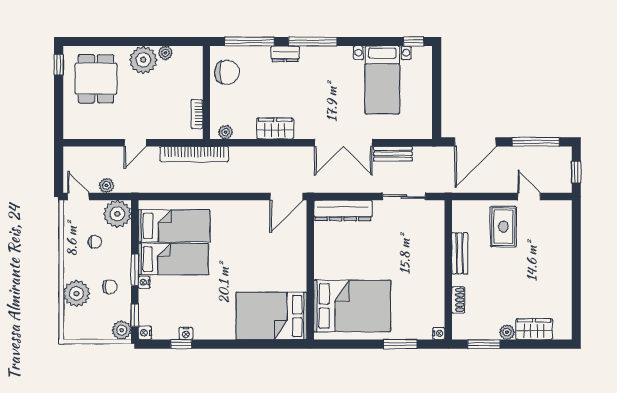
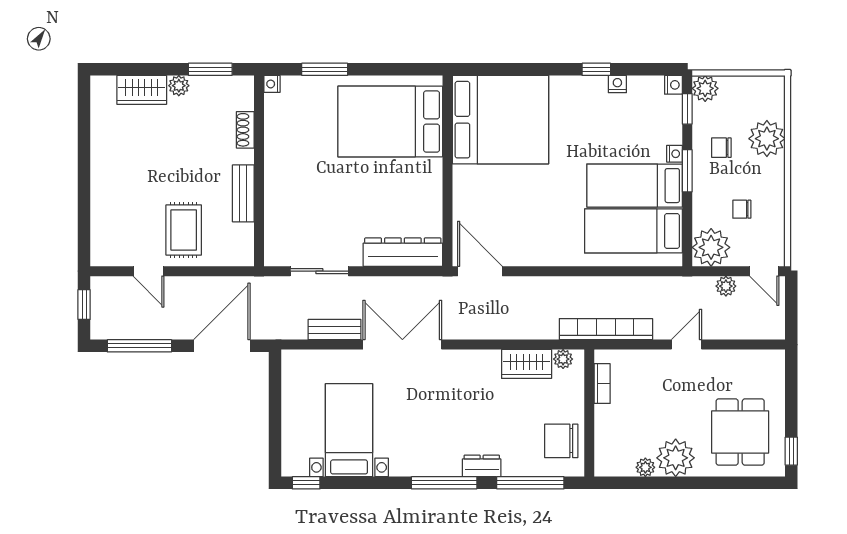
wardrobe: (275, 129) -> (527, 364), moved
door: (286, 196) -> (480, 271), hinge flipped
bed: (271, 316) -> (500, 120), width x1.36
window: (181, 344) -> (596, 69), moved

